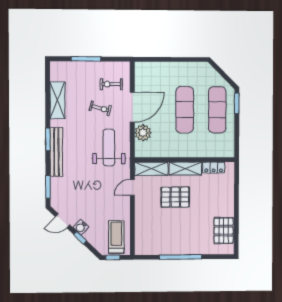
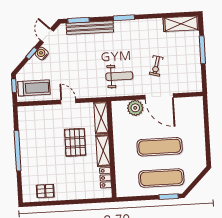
exercise bike: (111, 84) -> (180, 75), removed
shelving: (57, 100) -> (181, 24), moved
weight bench: (109, 147) -> (119, 76), width x0.73, depth x0.75
bench: (56, 152) -> (90, 28), moved
door: (132, 187) -> (68, 101), moved
pallet: (224, 231) -> (45, 191), width x0.67, depth x0.71

